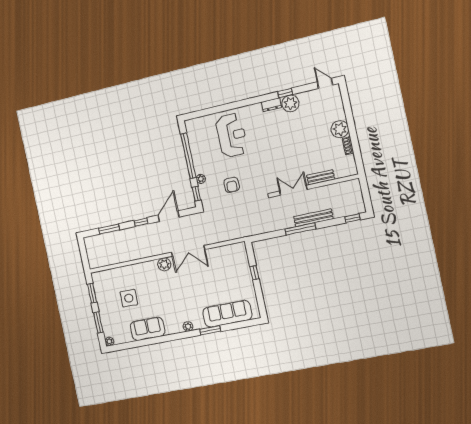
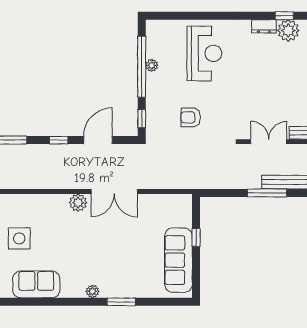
plant: (201, 179) -> (152, 65), moved
armchair: (232, 185) -> (191, 117), turned 90
sofa: (227, 314) -> (178, 260), moved, turned -90

